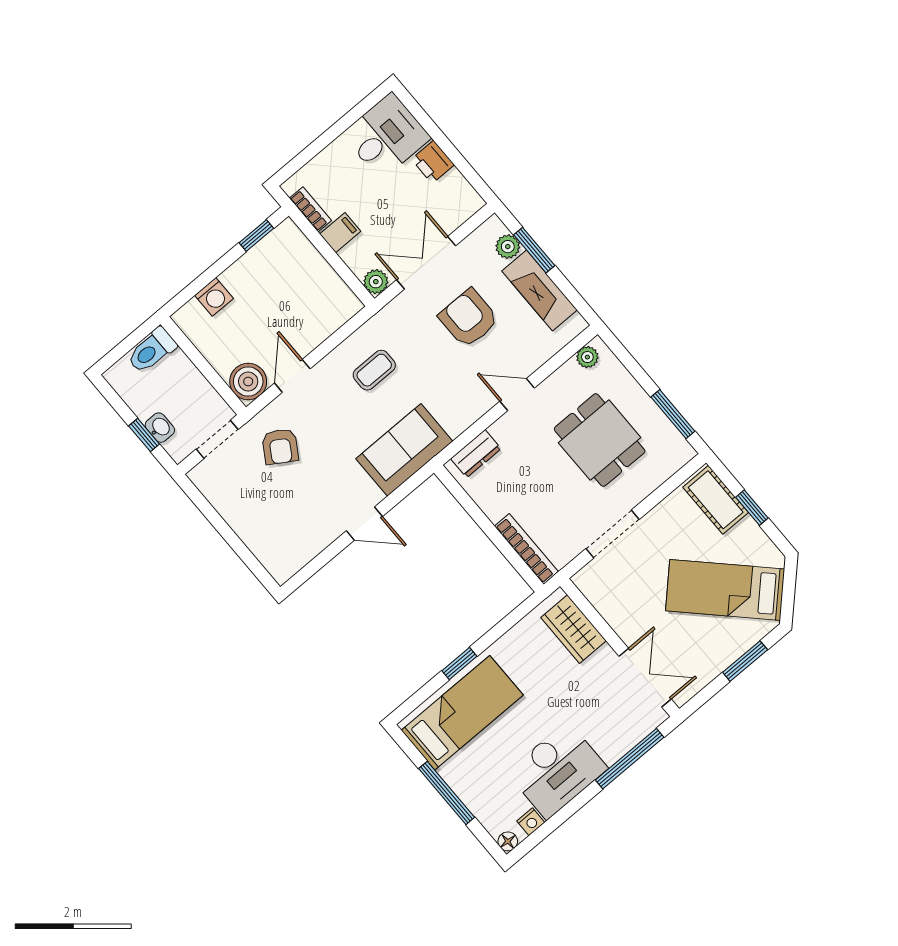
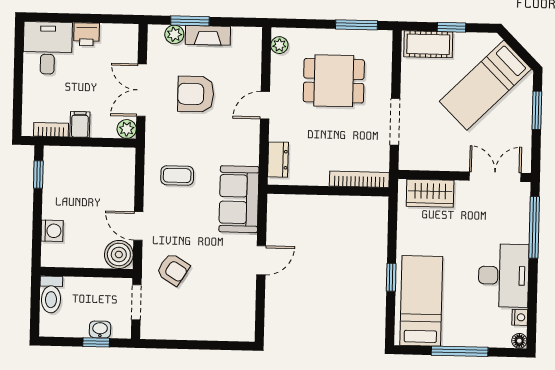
fireplace: (539, 290) -> (208, 35), width x0.73, depth x0.76
coffee table: (374, 370) -> (177, 175), turned 90

